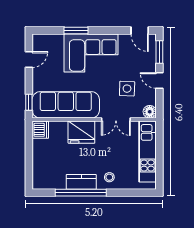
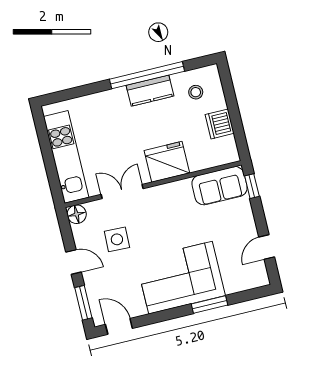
sofa: (66, 105) -> (220, 186), width x0.54, depth x0.79
dishwasher: (40, 130) -> (220, 124), moved
stool: (109, 177) -> (196, 92), moved

